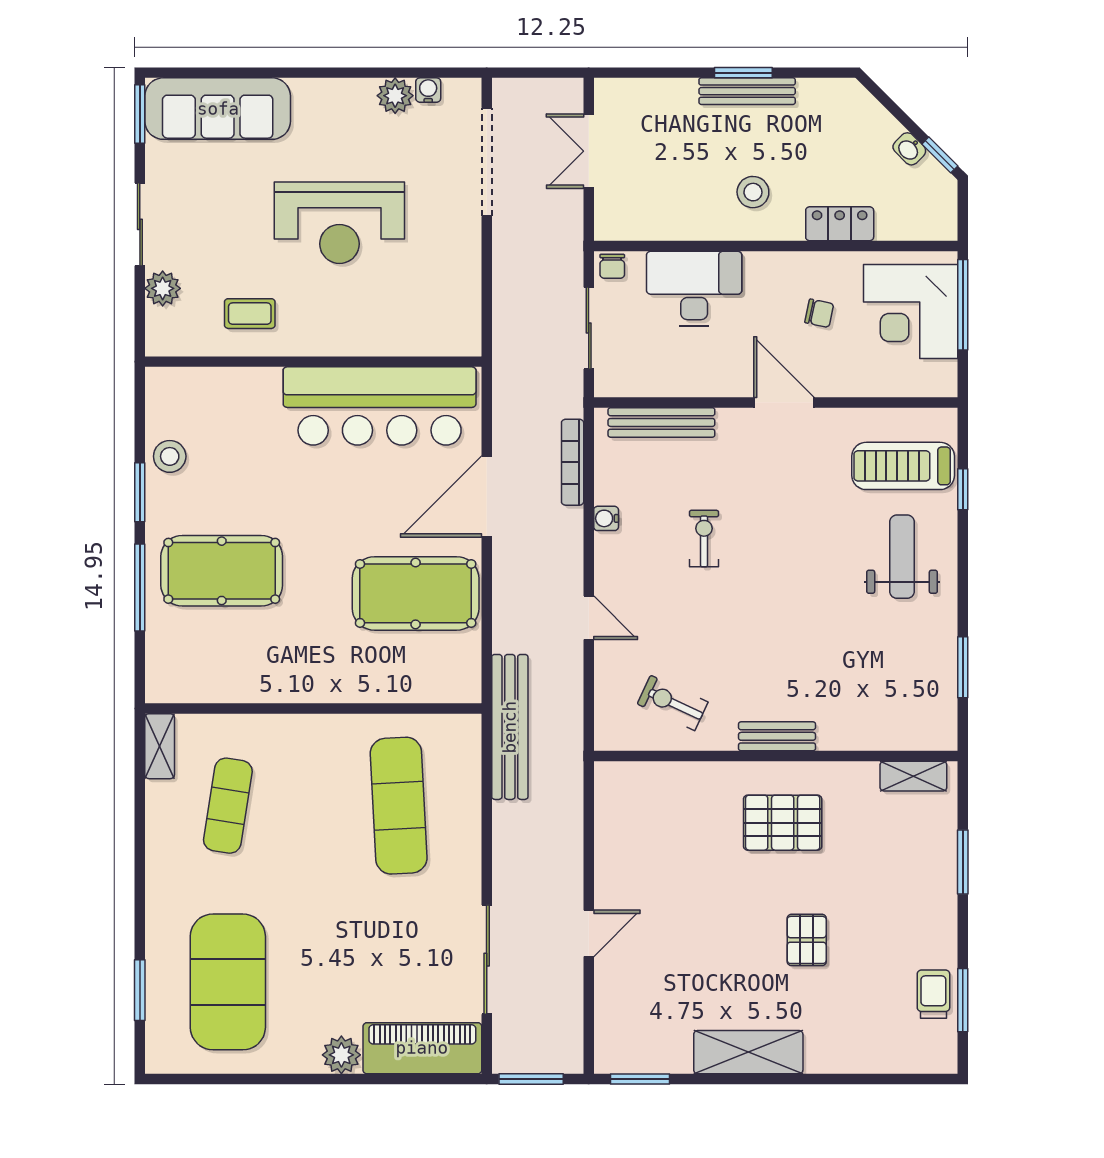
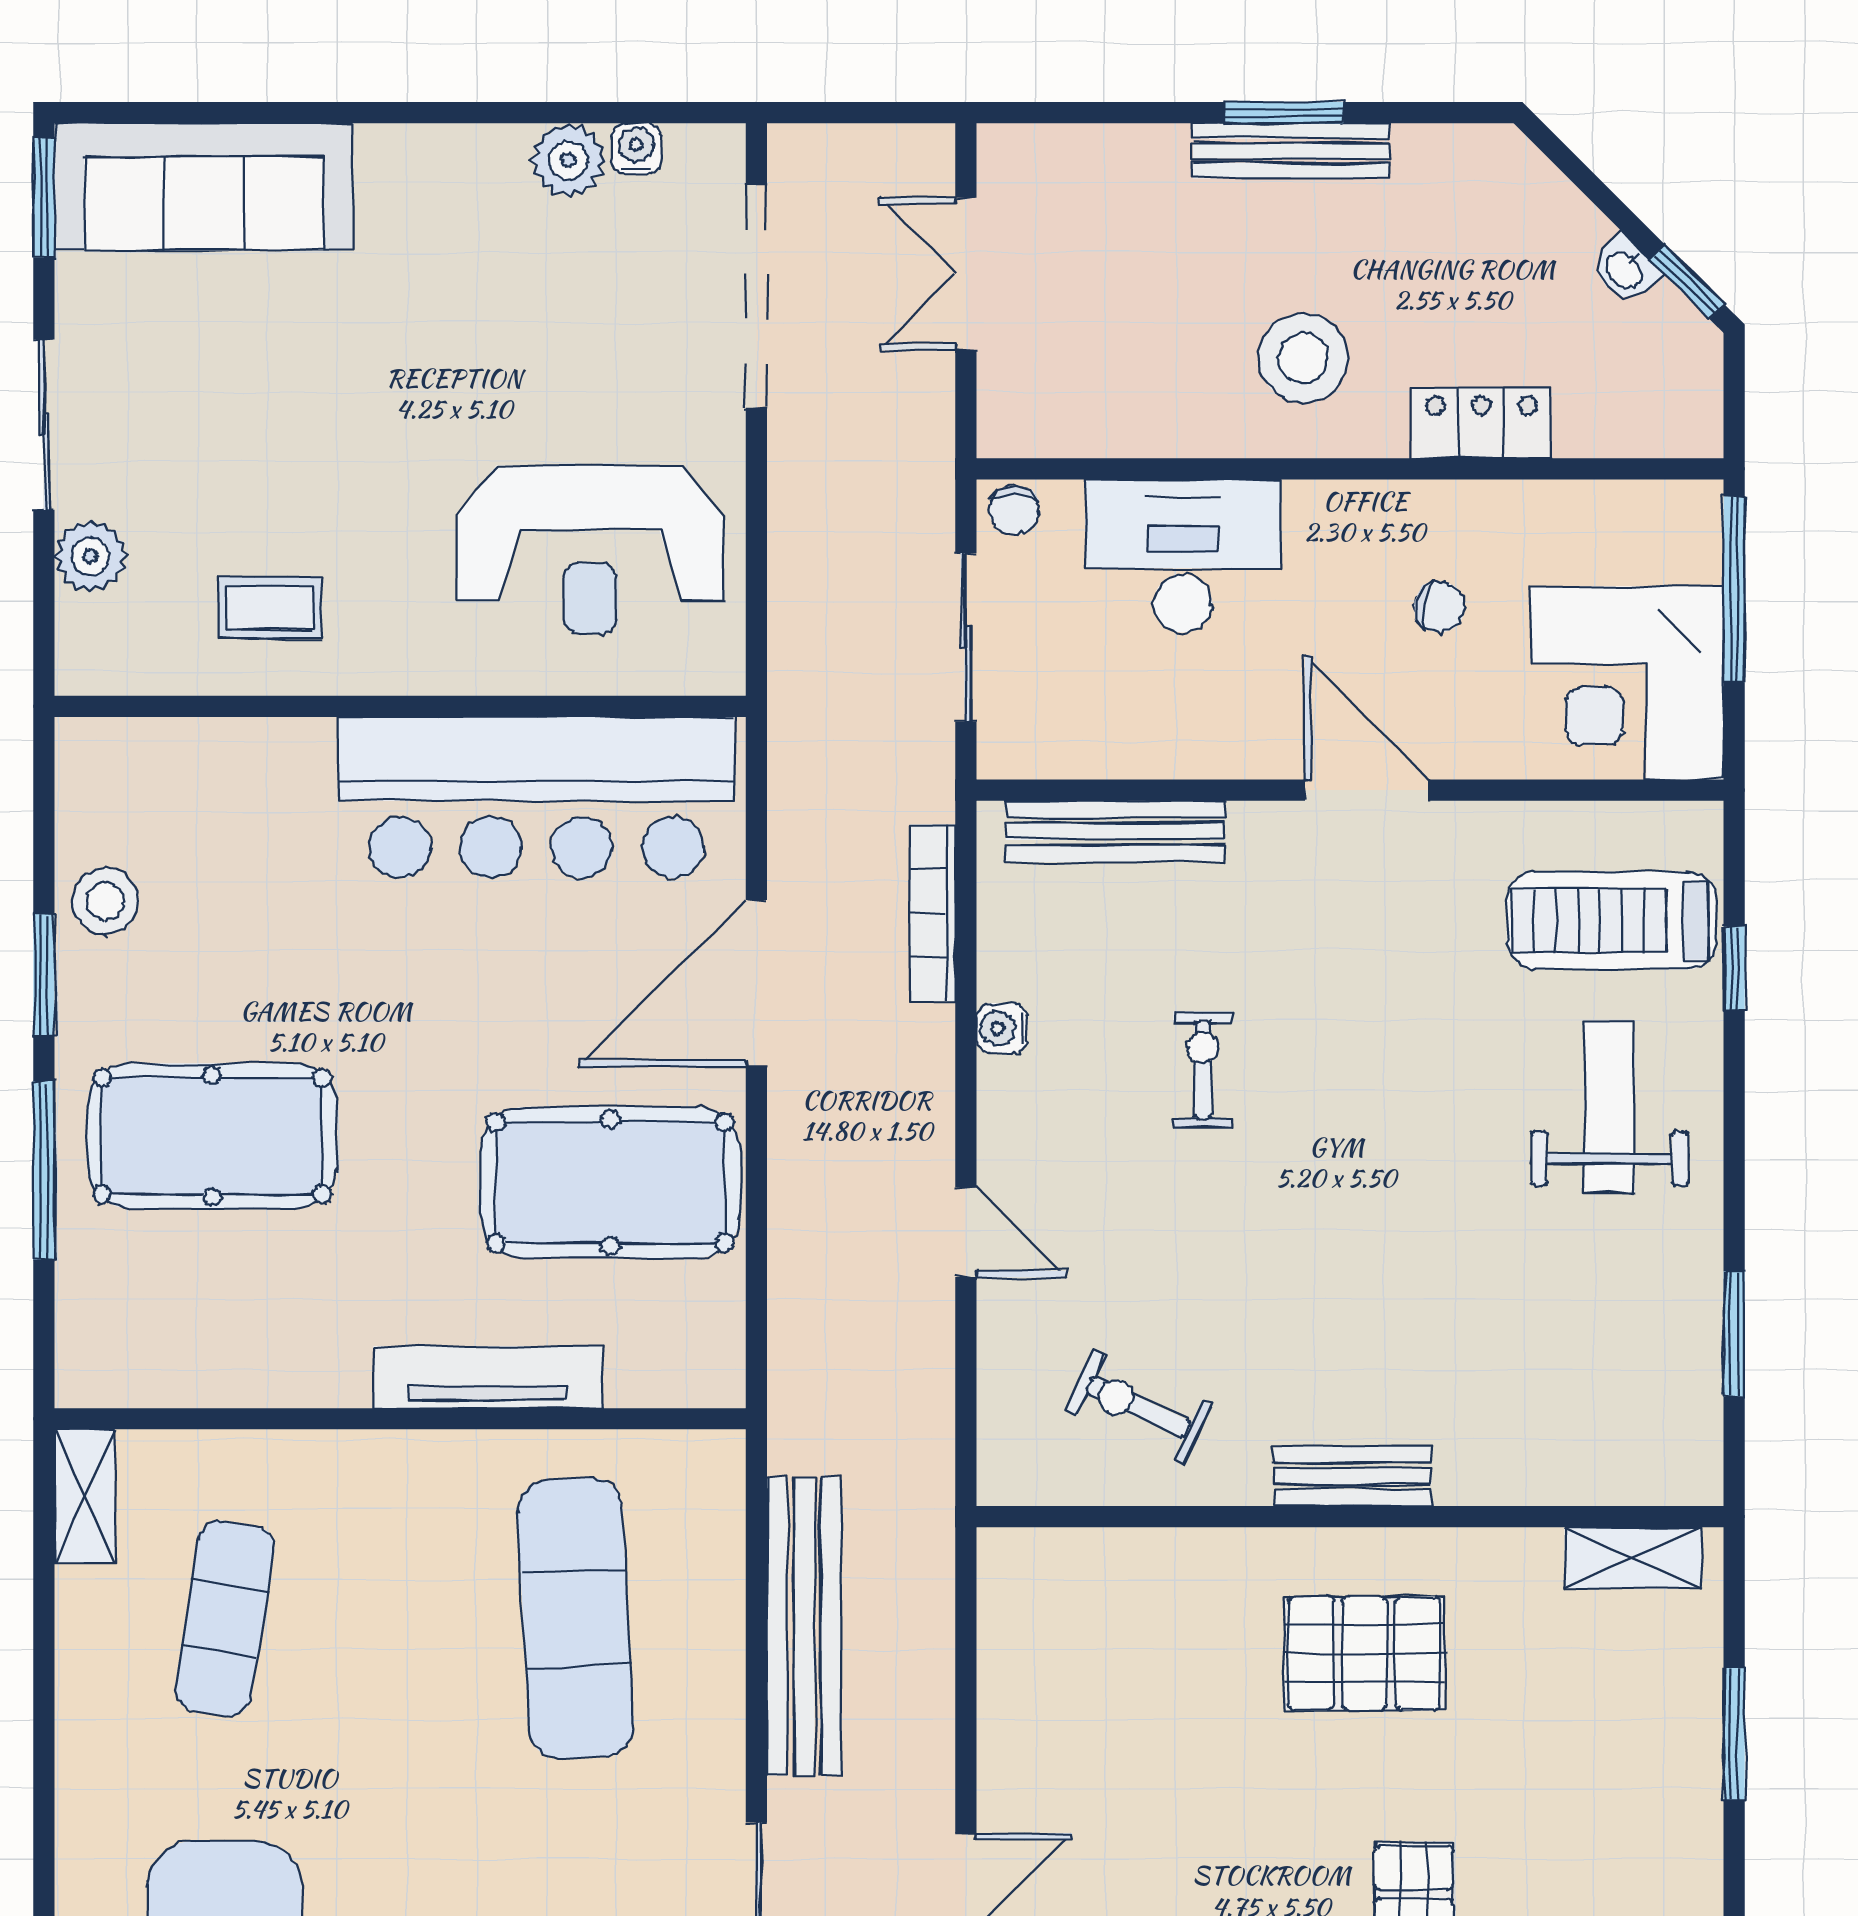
stool: (753, 192) -> (1303, 358), width x1.38, depth x1.38
reception desk: (339, 223) -> (590, 550), moved
corner desk: (911, 312) -> (1627, 683), moved
tv unit: (356, 688) -> (488, 1377), added
bench: (510, 727) -> (804, 1626), moved

